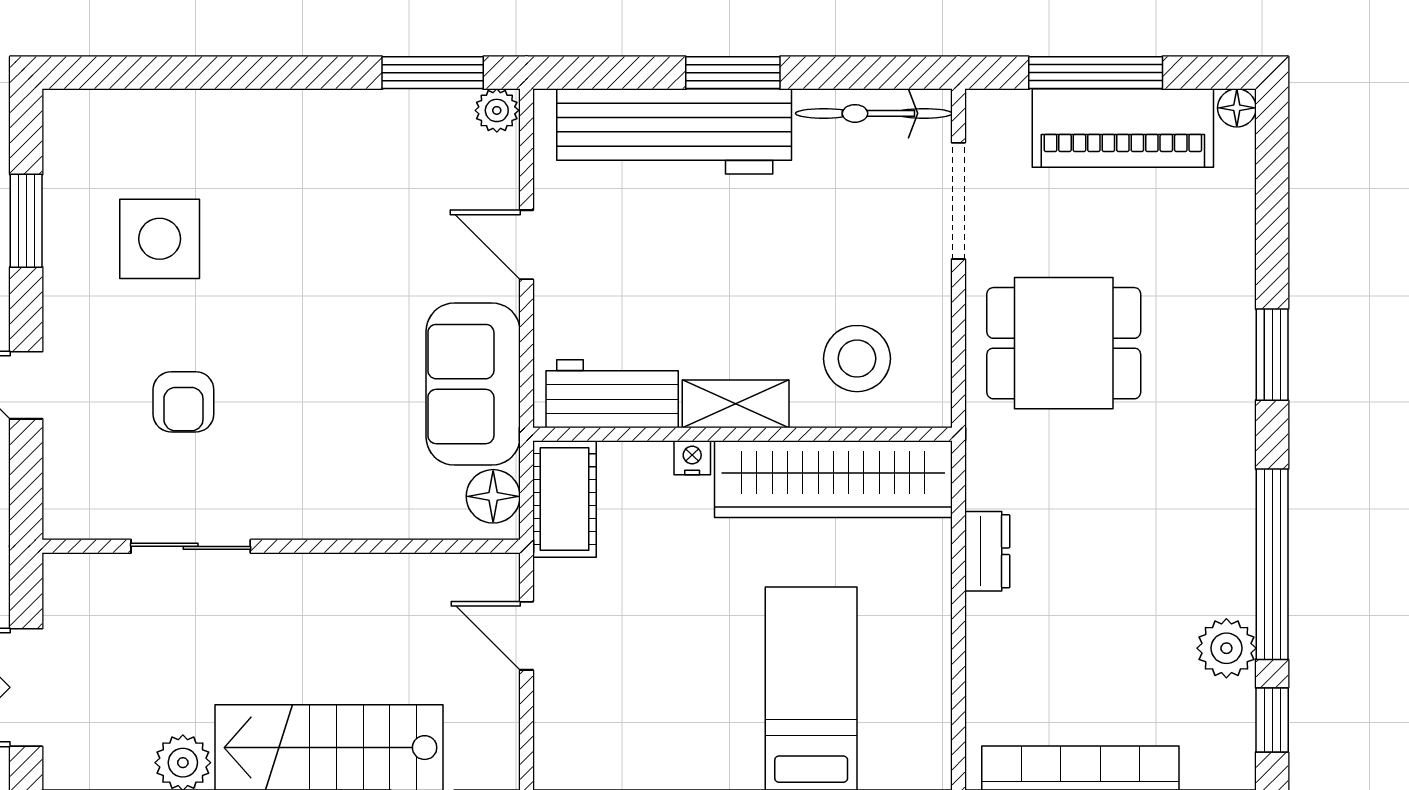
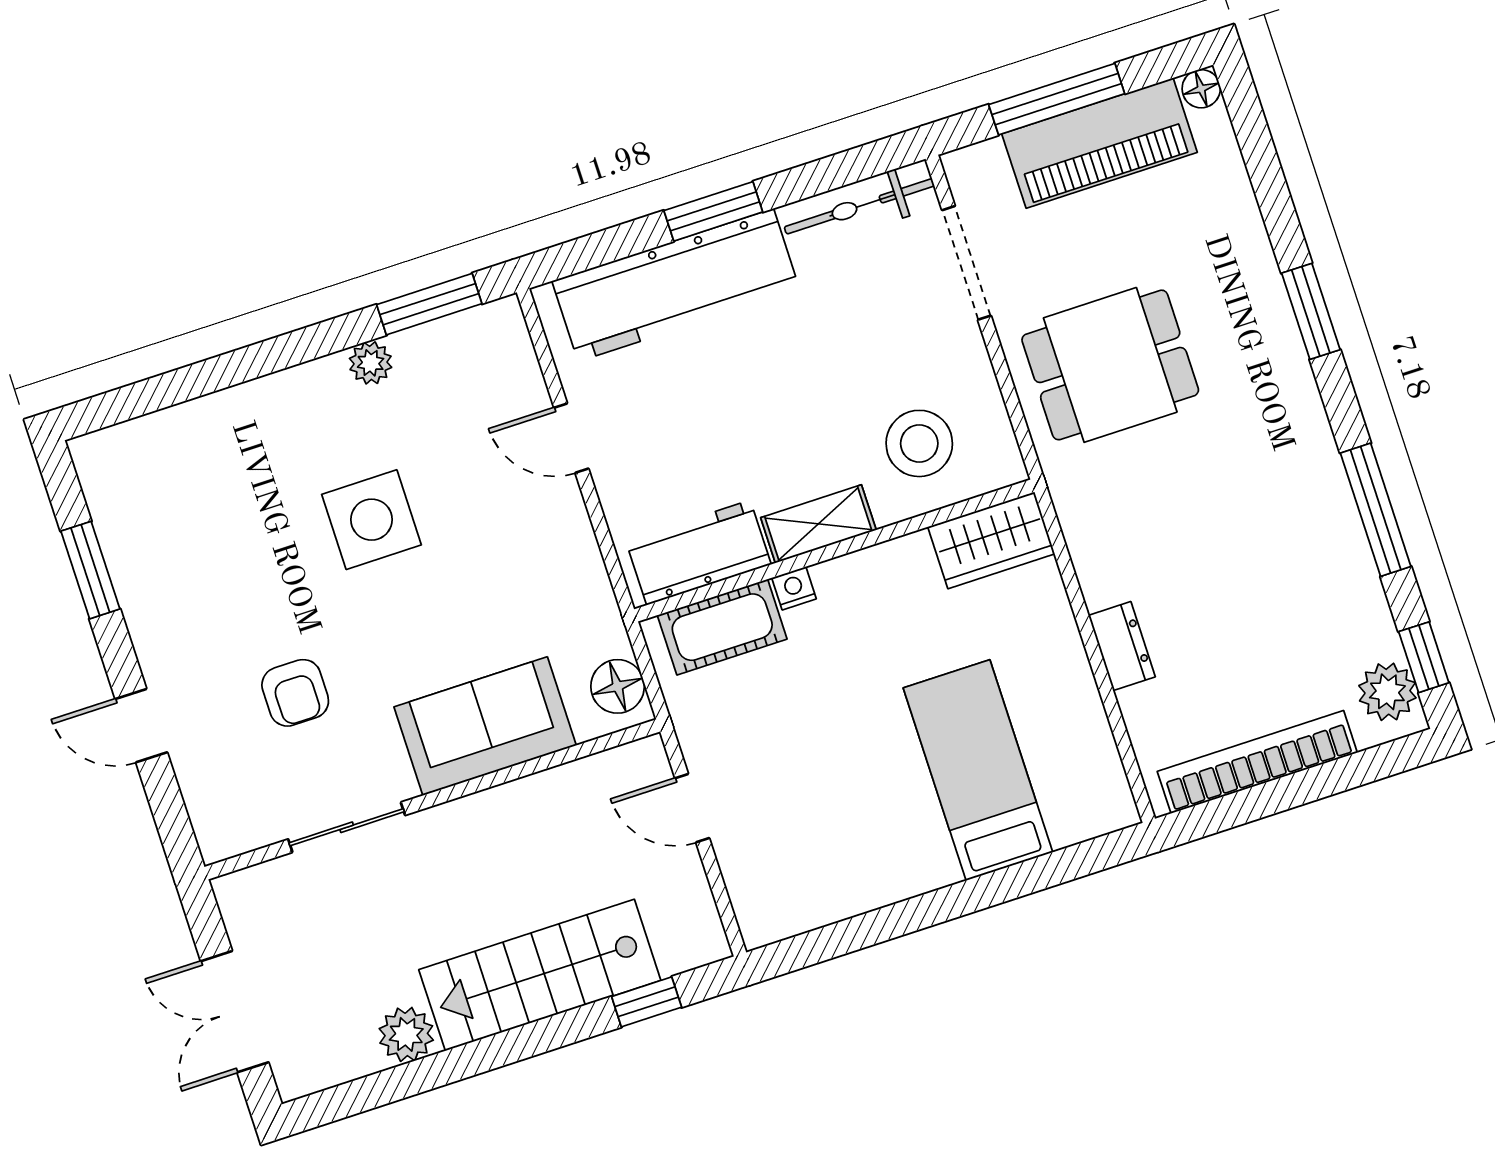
plant: (497, 110) -> (371, 363), moved
side table: (160, 239) -> (372, 520), moved
sofa: (473, 384) -> (485, 726), moved, turned 90
wardrobe: (833, 479) -> (991, 540), width x0.48, depth x0.85
cot: (565, 499) -> (722, 627), moved, turned 90
dresser: (987, 551) -> (1122, 646), moved
window: (1272, 564) -> (1376, 510), width x0.68
plant: (1226, 648) -> (1387, 692), moved

